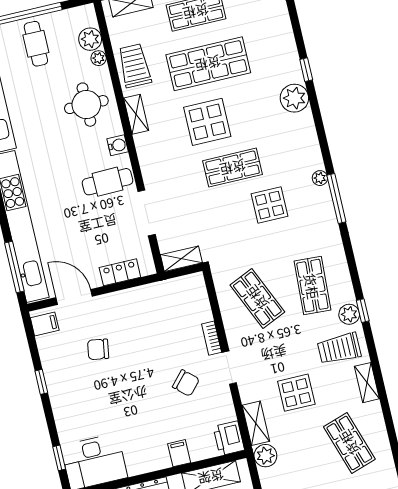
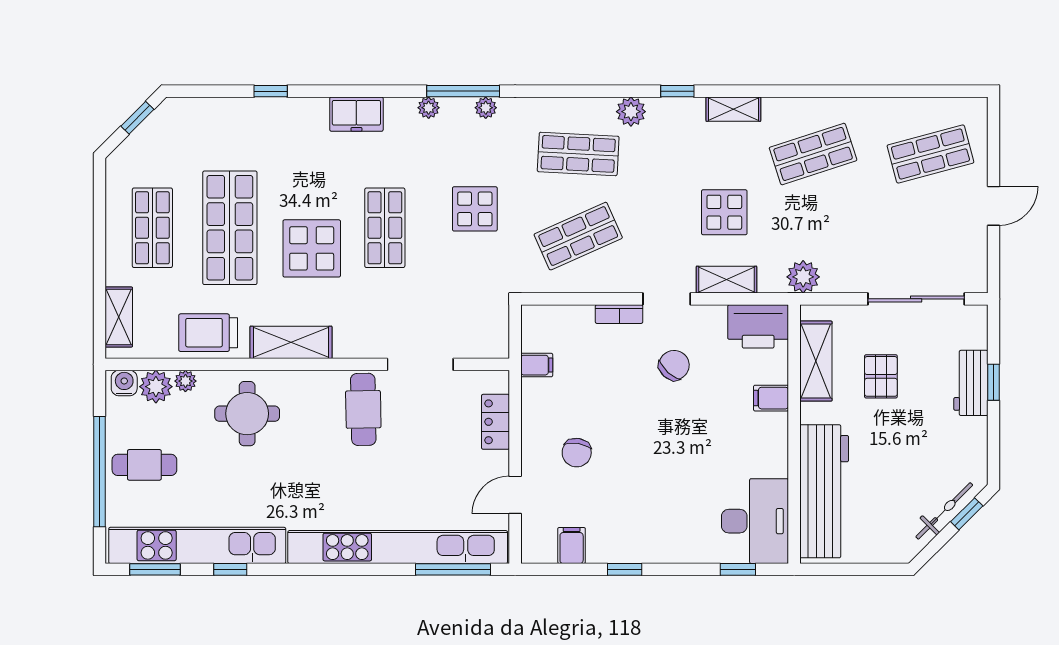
plant: (294, 98) -> (486, 108), moved, width x0.53, depth x0.53
shelving: (136, 114) -> (291, 342), width x1.50, depth x1.33
freezer: (304, 131) -> (356, 114), added
water cooler: (118, 145) -> (124, 383), moved
display table: (270, 205) -> (475, 209), moved
shelving: (181, 259) -> (497, 330), removed
filing cabinet: (164, 291) -> (537, 365), added
door: (74, 297) -> (515, 495), width x0.73
window: (363, 311) -> (677, 91), moved
filing cabinet: (45, 324) -> (572, 545), moved
chair: (98, 349) -> (577, 453), moved
trolley: (339, 349) -> (676, 137), removed
shelving: (256, 423) -> (727, 280), moved
printer: (229, 438) -> (758, 326), width x1.37, depth x1.19

